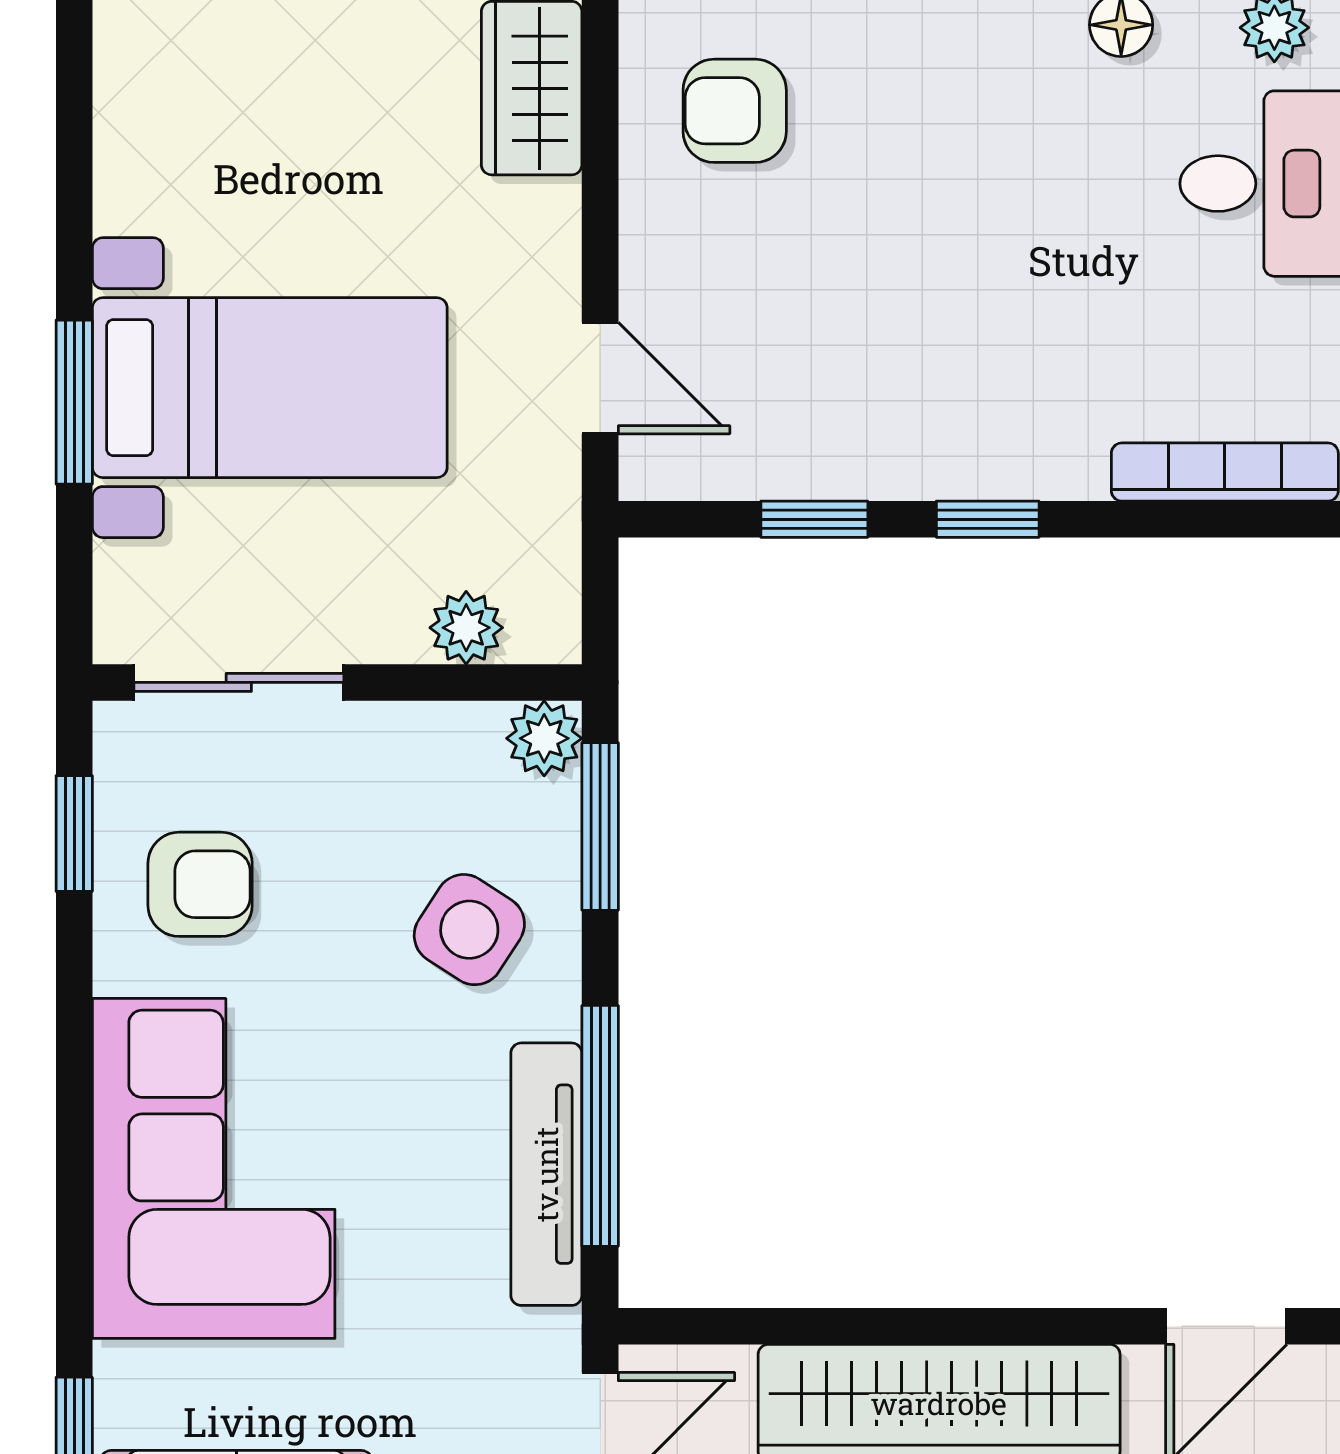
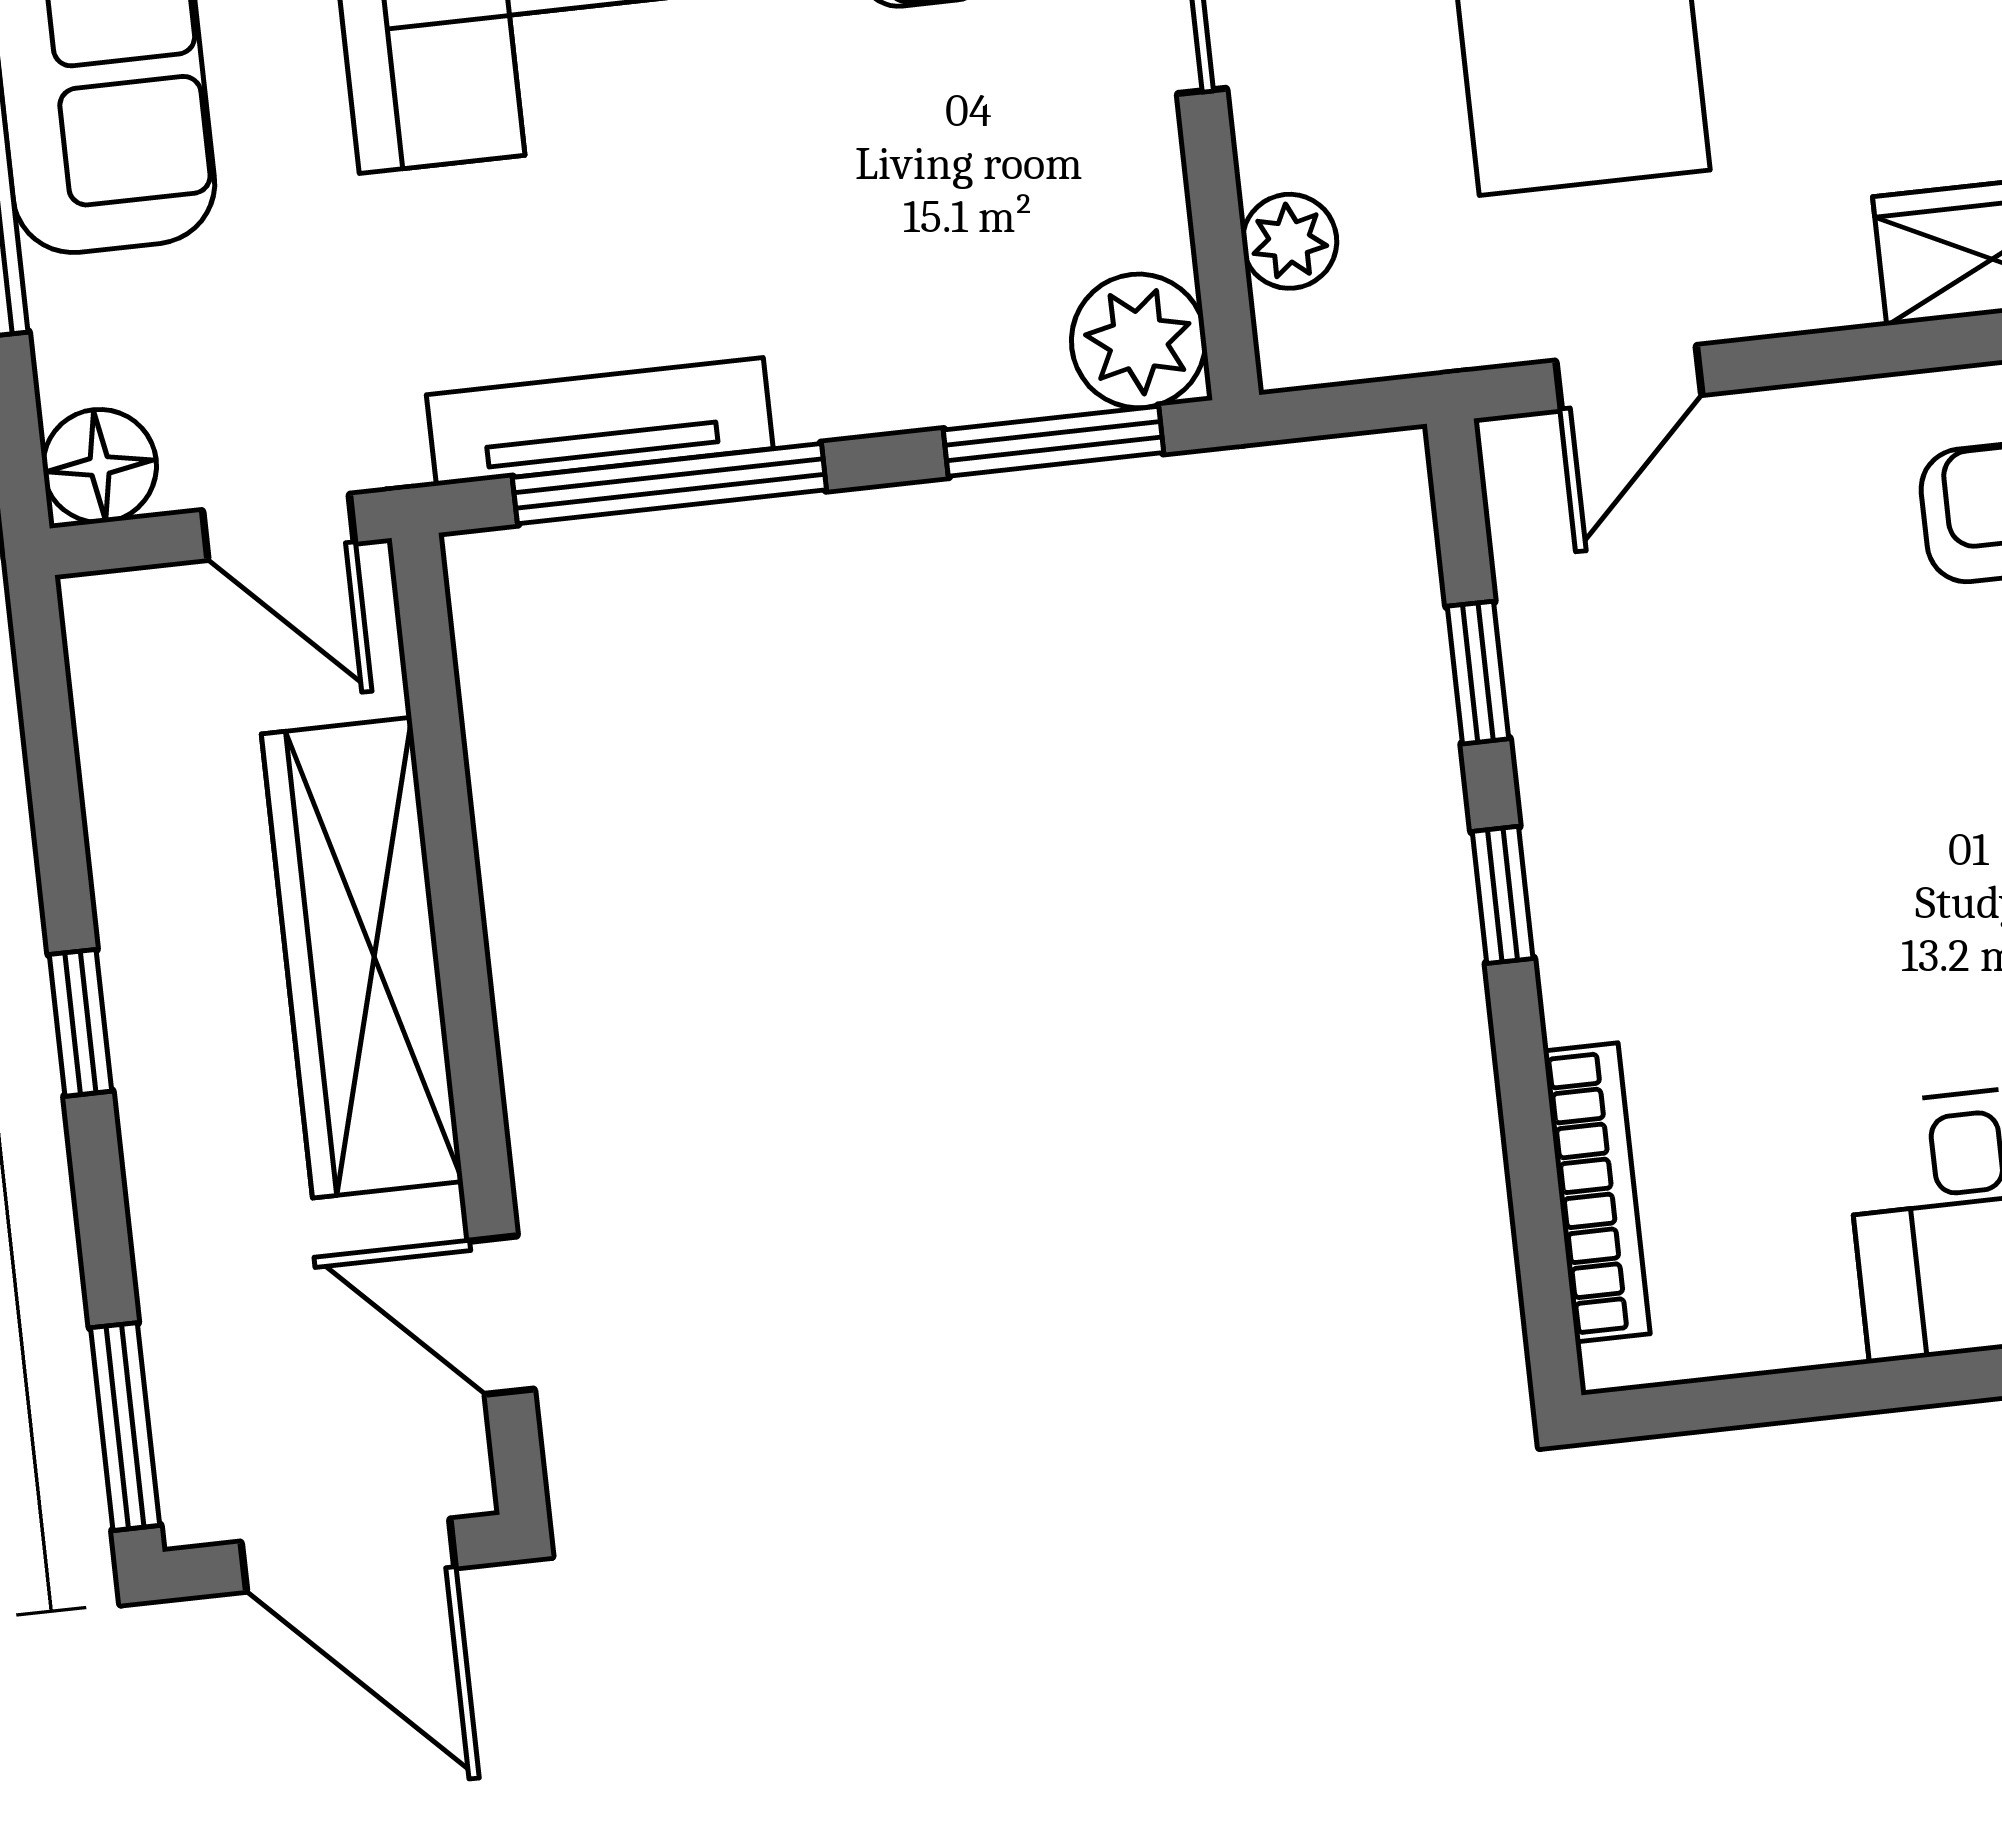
plant: (544, 738) -> (1139, 341), width x1.38, depth x1.38
side table: (469, 930) -> (903, 288), removed

